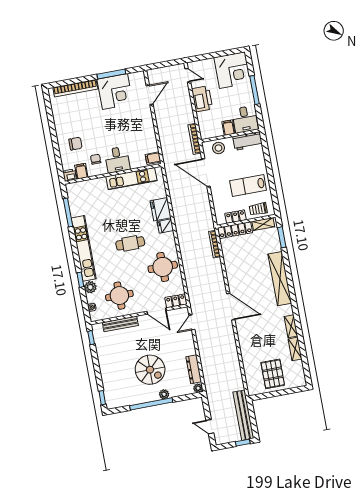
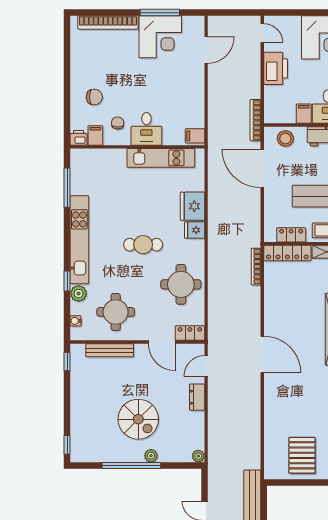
dresser: (194, 369) -> (197, 397), moved, width x0.70

